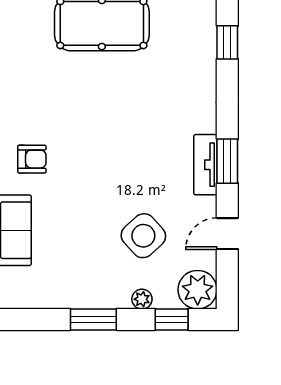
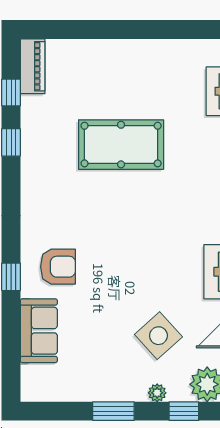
armchair: (32, 159) -> (58, 267), width x1.38, depth x1.38

